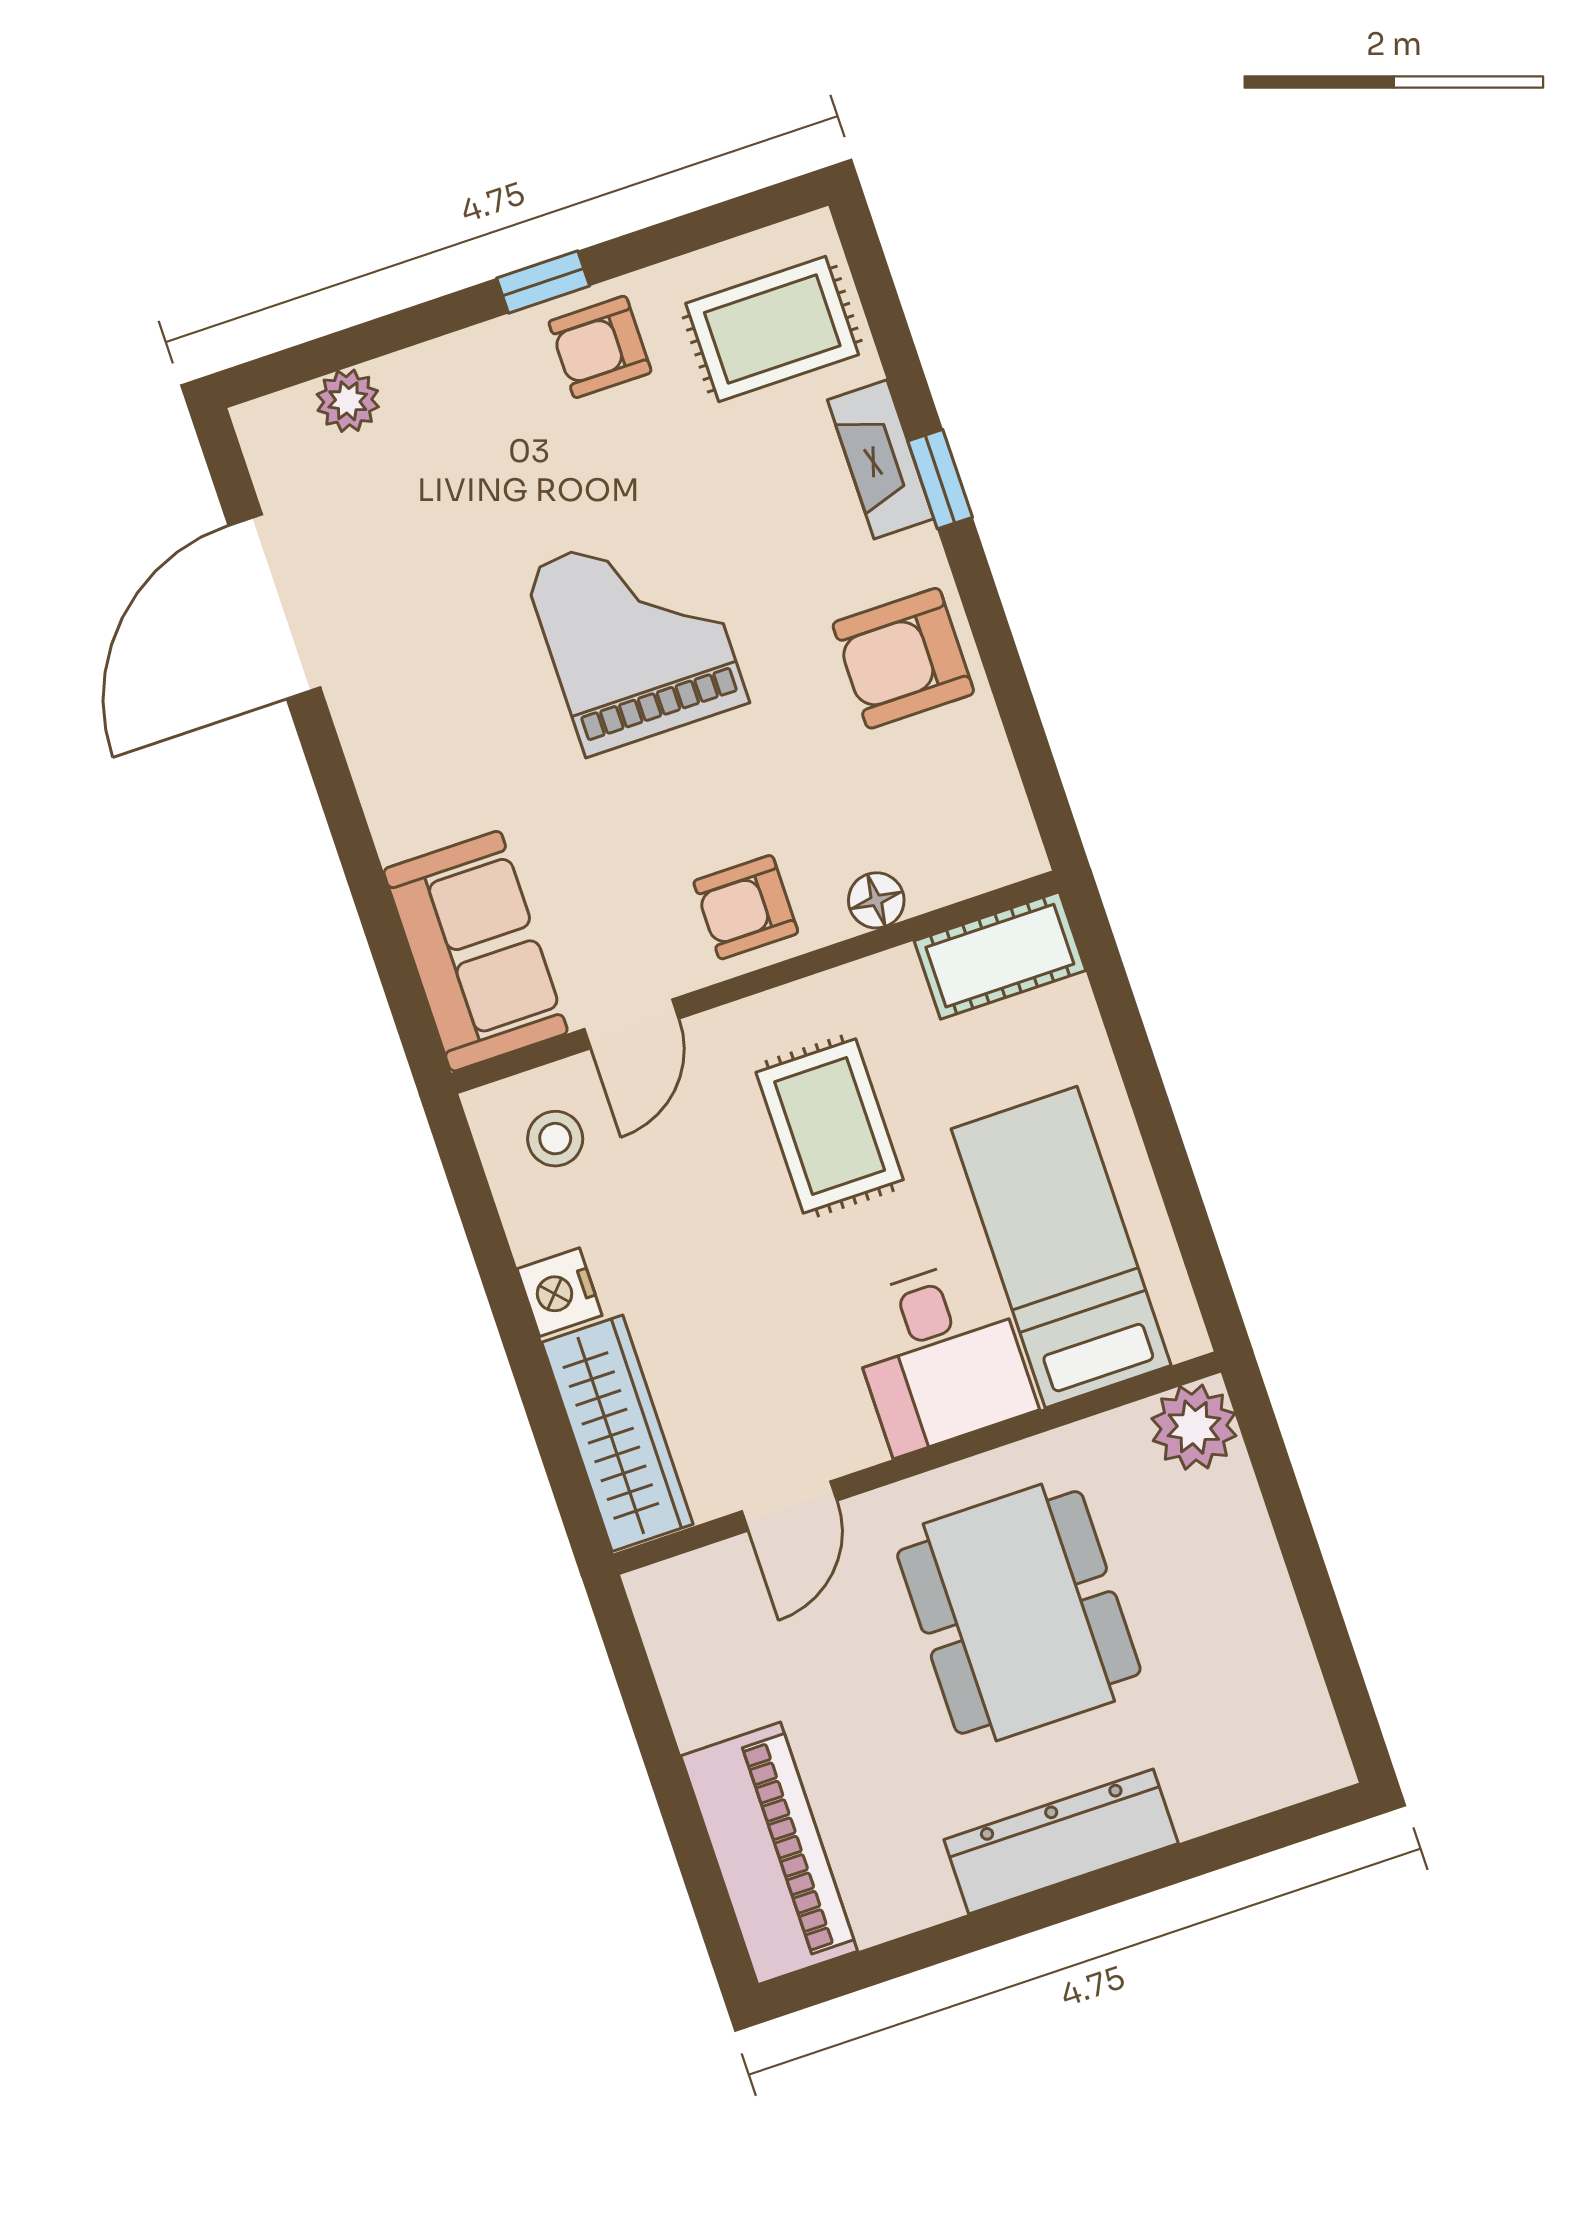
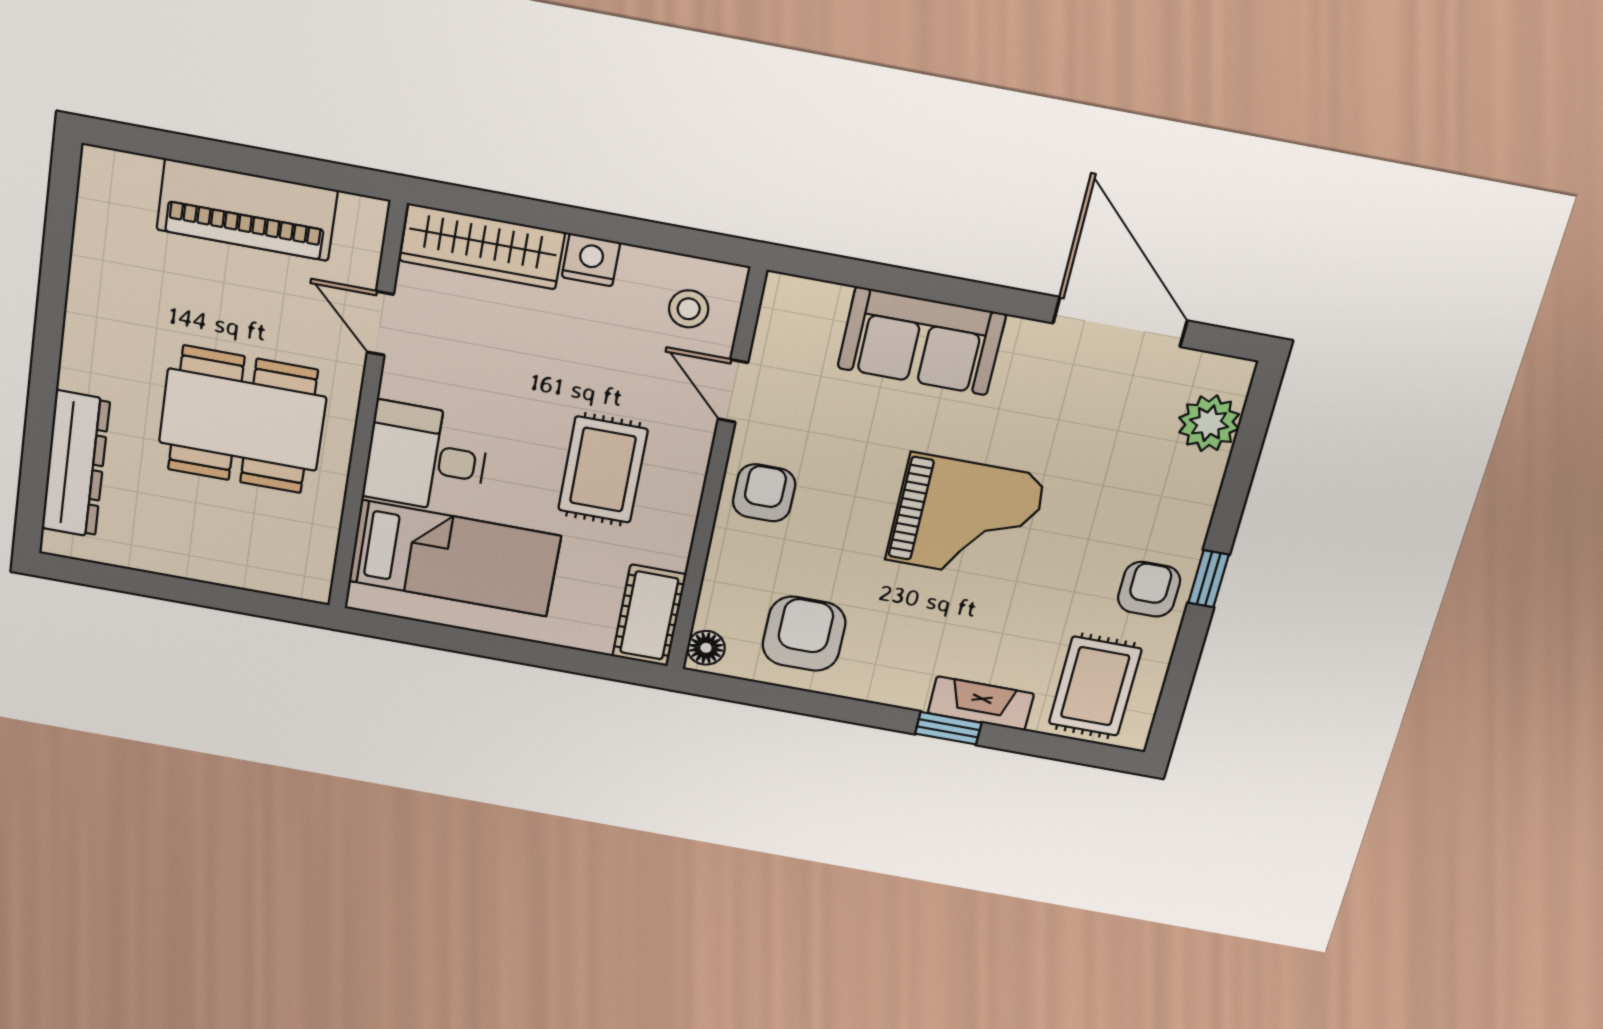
plant: (348, 401) -> (1209, 423), width x1.38, depth x1.38
armchair: (903, 658) -> (804, 634), moved
floor lamp: (876, 900) -> (706, 648), moved
sofa: (476, 951) -> (922, 341), moved
rug: (830, 1126) -> (603, 470), turned 90
plant: (1194, 1427) -> (304, 574), removed
dresser: (1061, 1841) -> (76, 464), moved
piano: (769, 1853) -> (247, 210), moved

